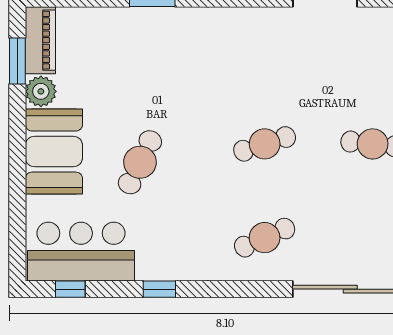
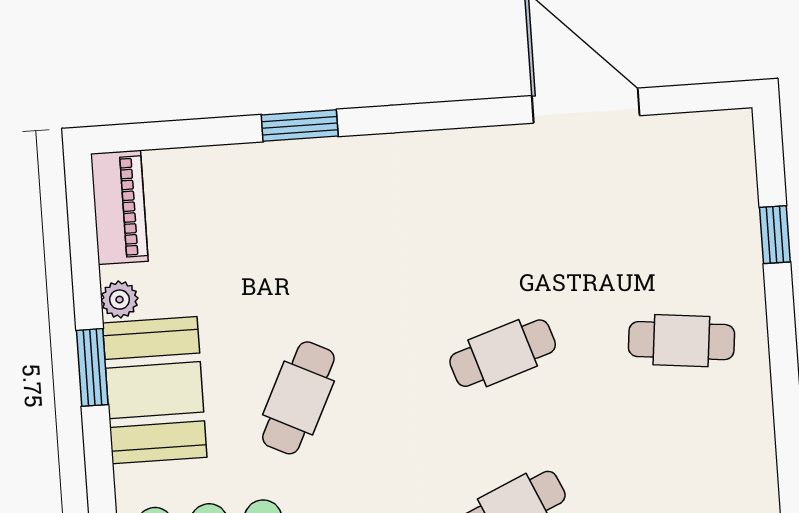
window: (17, 61) -> (92, 367), moved
plant: (41, 91) -> (120, 300), width x0.73, depth x0.73

